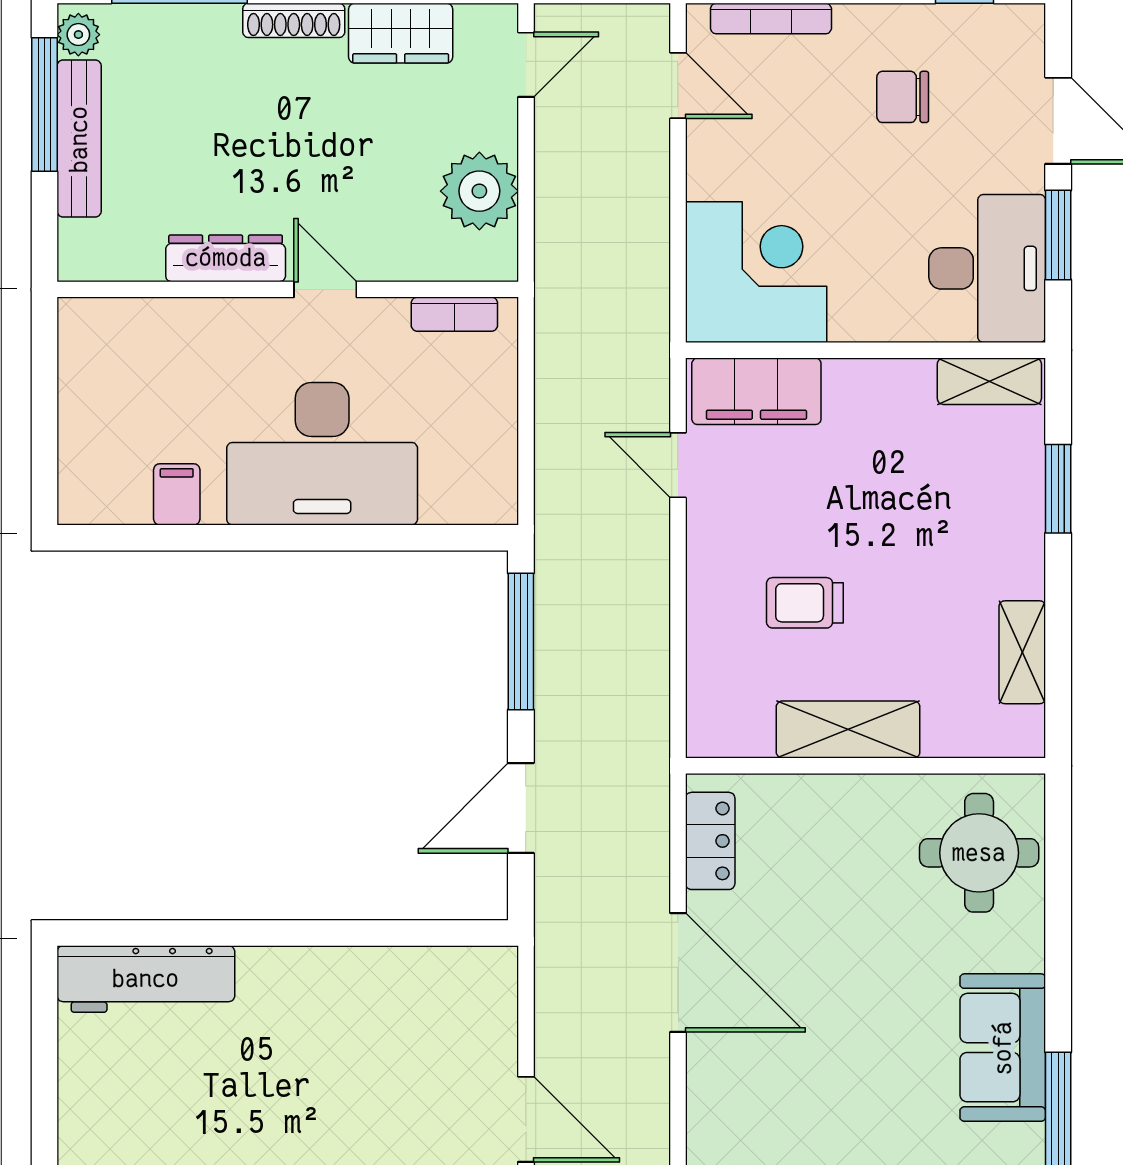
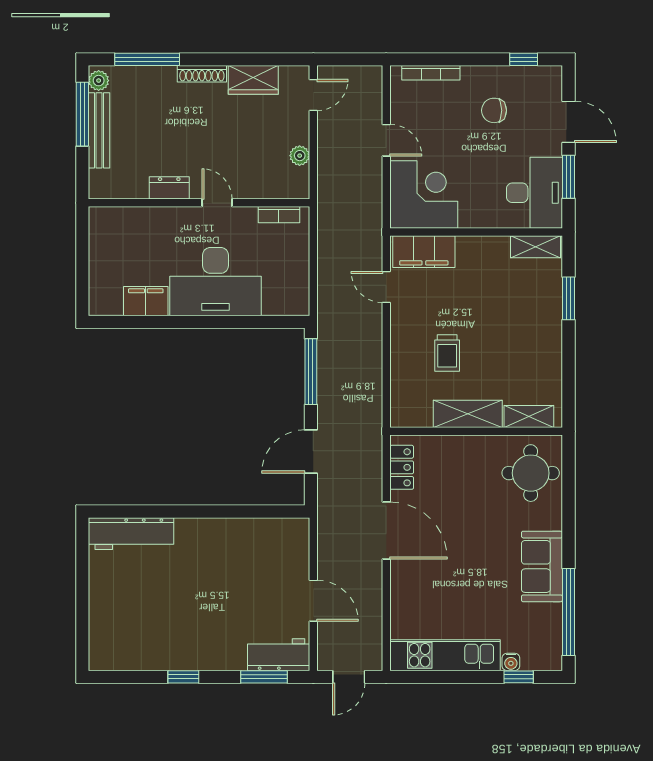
door: (678, 86) -> (386, 140), moved
plant: (479, 191) -> (300, 156), width x0.53, depth x0.53
dresser: (226, 258) -> (169, 188), width x0.70
filing cabinet: (177, 494) -> (146, 301), width x2.00
trolley: (805, 603) -> (447, 353), turned -90
shelving: (1022, 652) -> (529, 417), moved, turned 90

